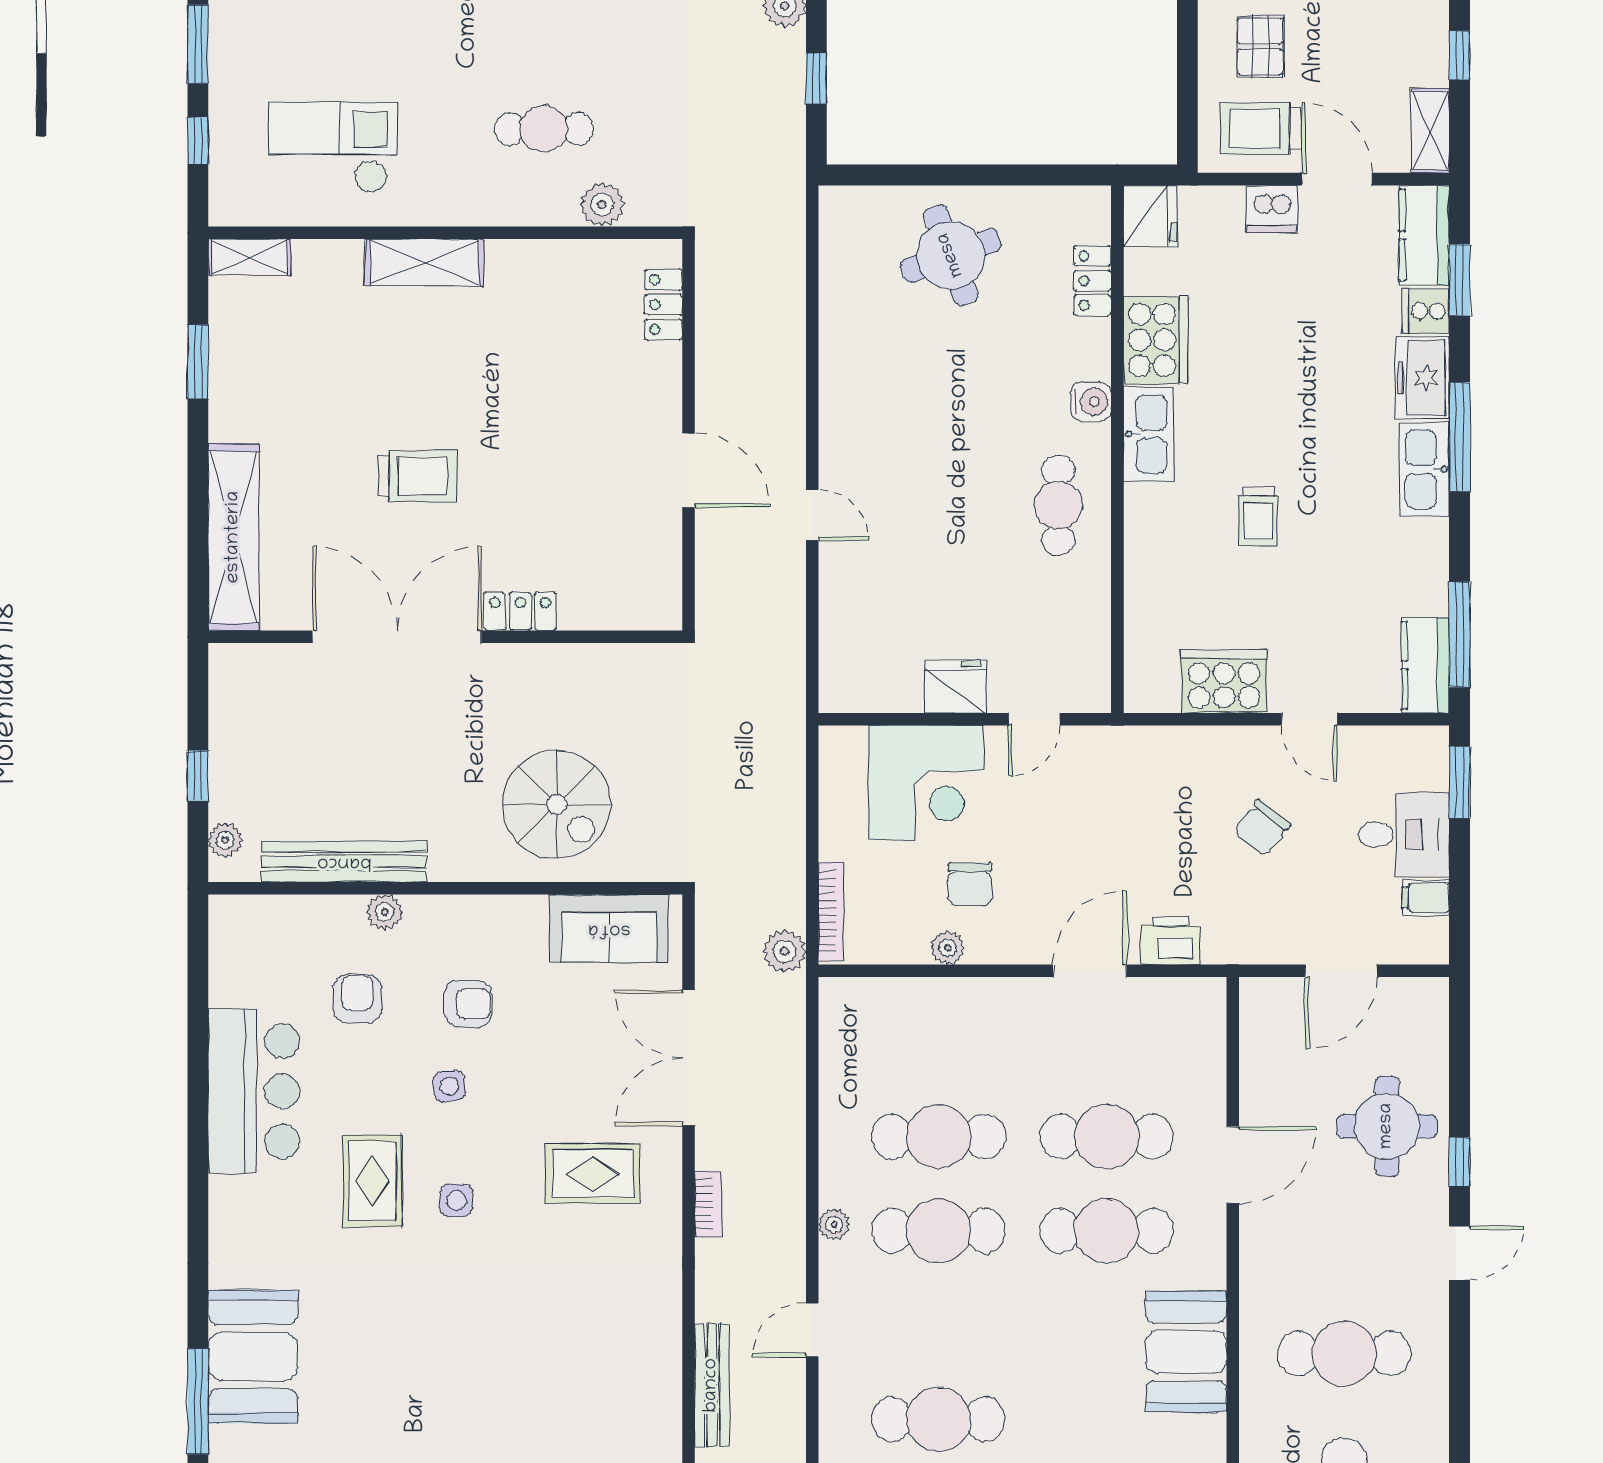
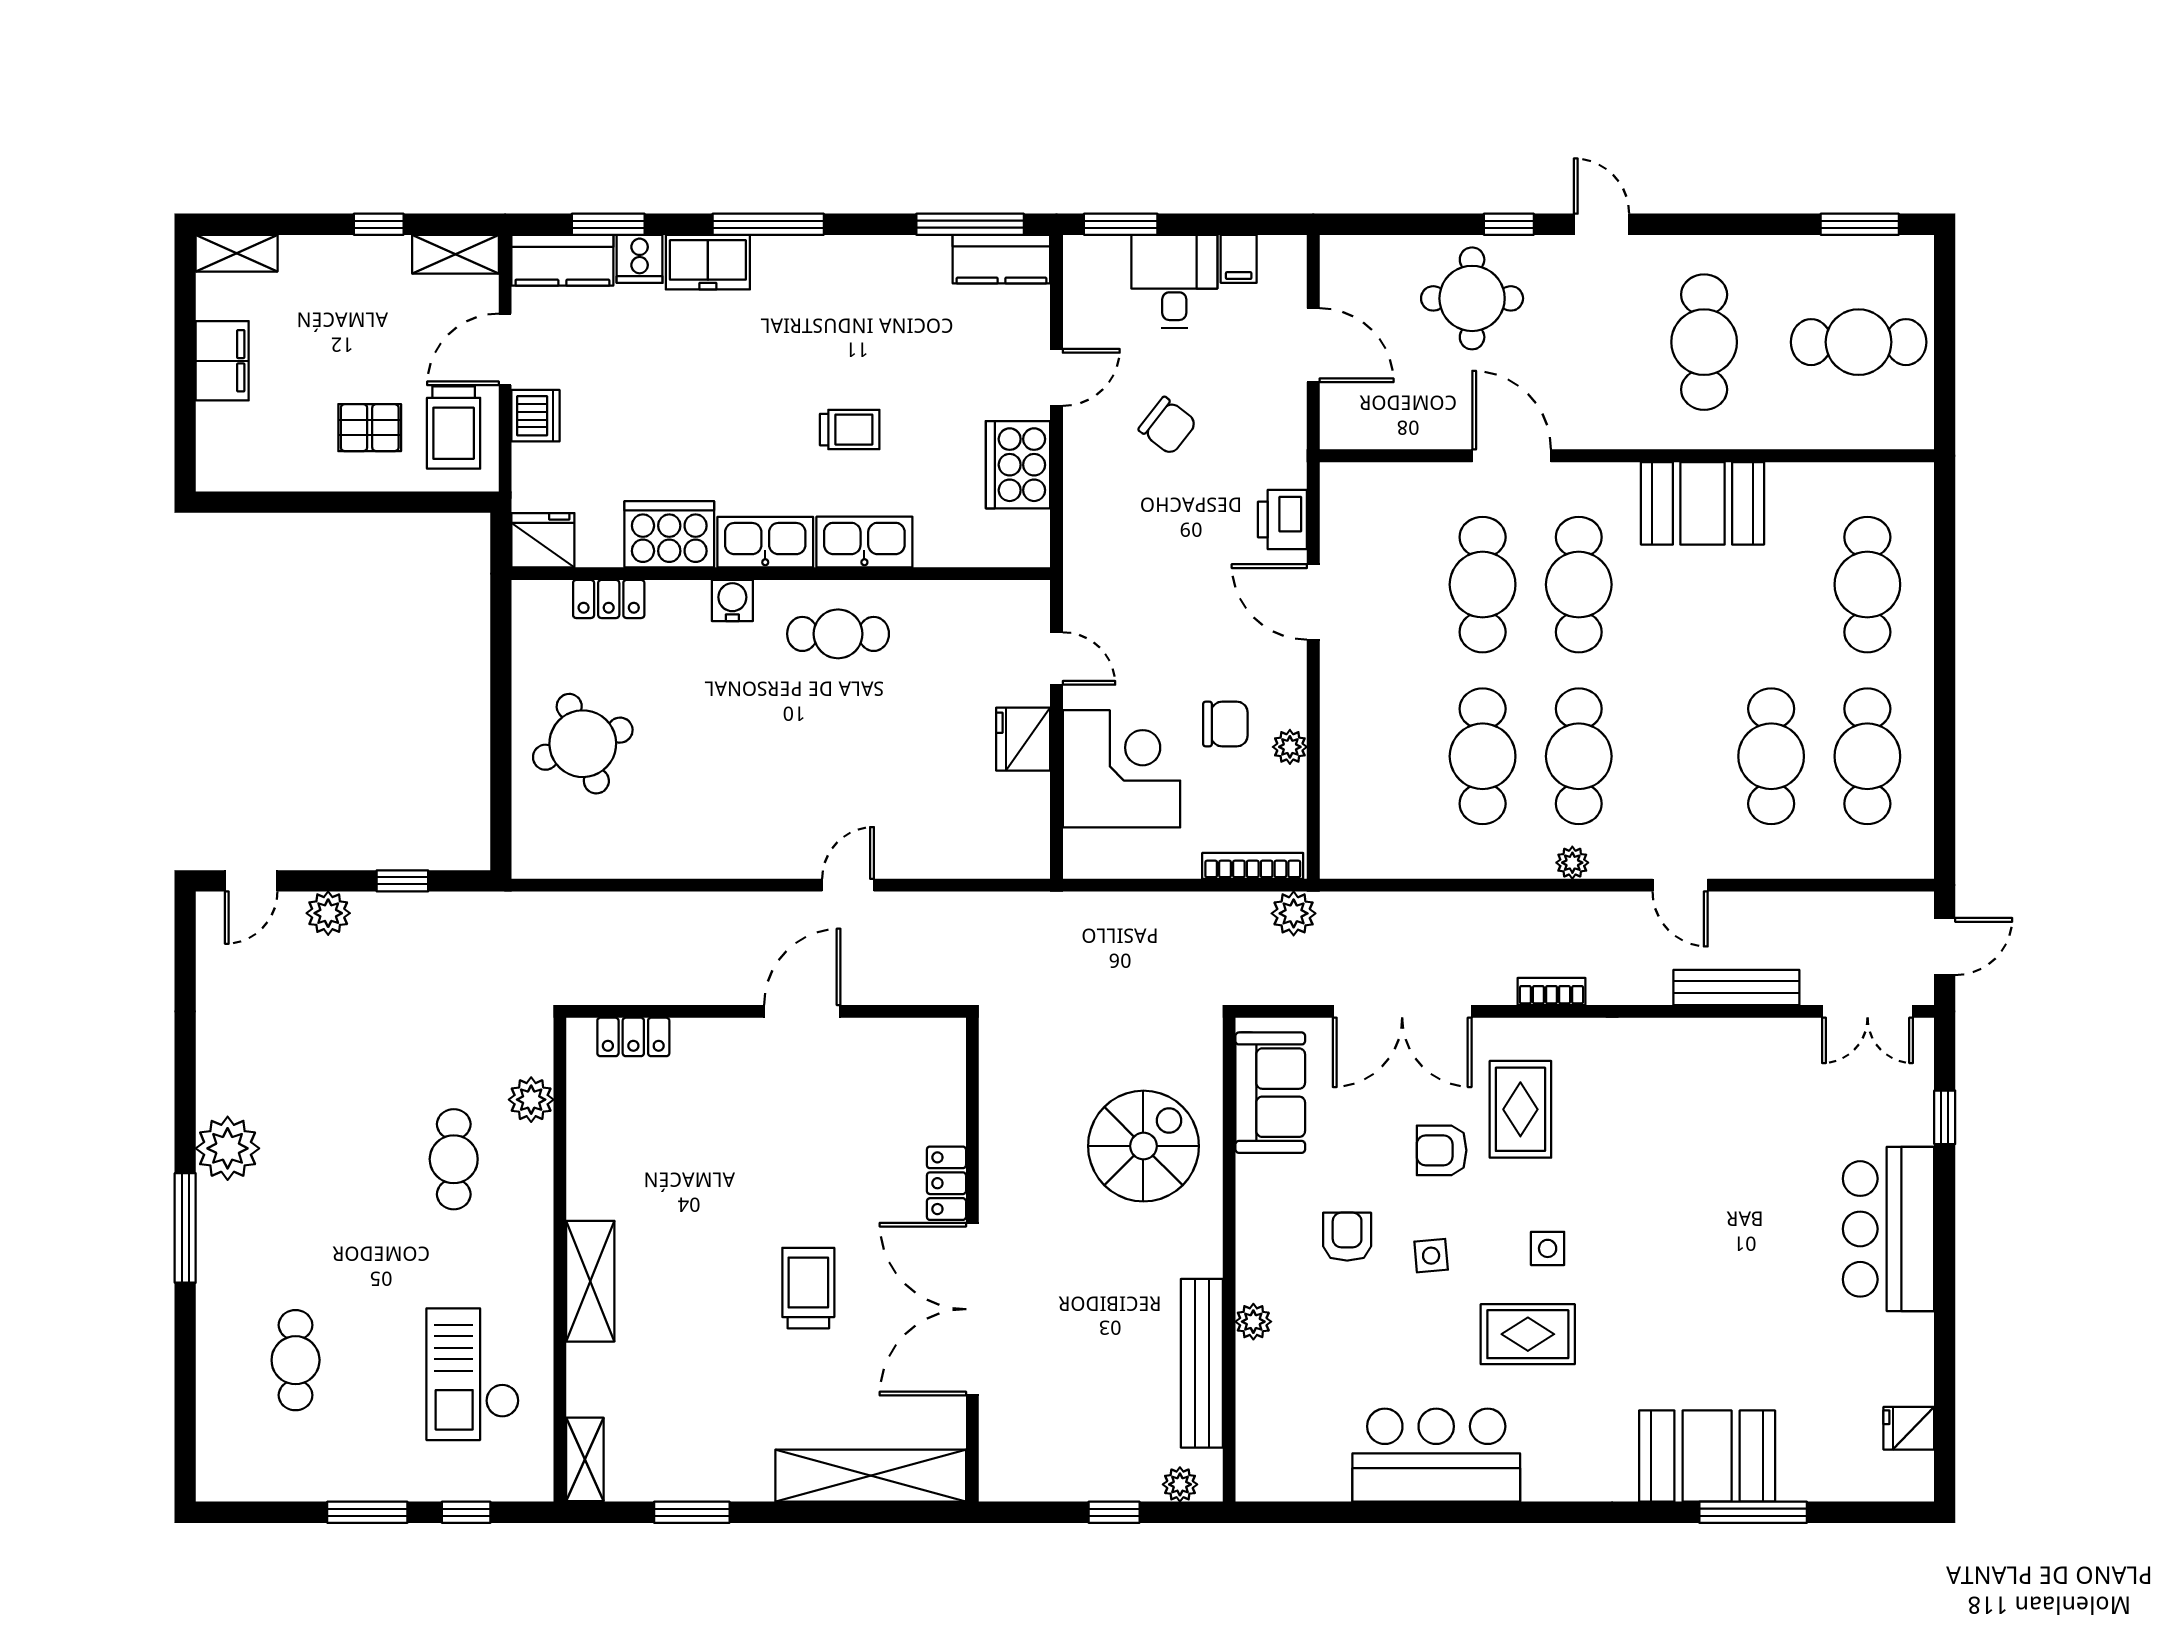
kitchen sink: (1424, 469) -> (864, 542), moved, turned 180
armchair: (357, 999) -> (1442, 1150), moved

